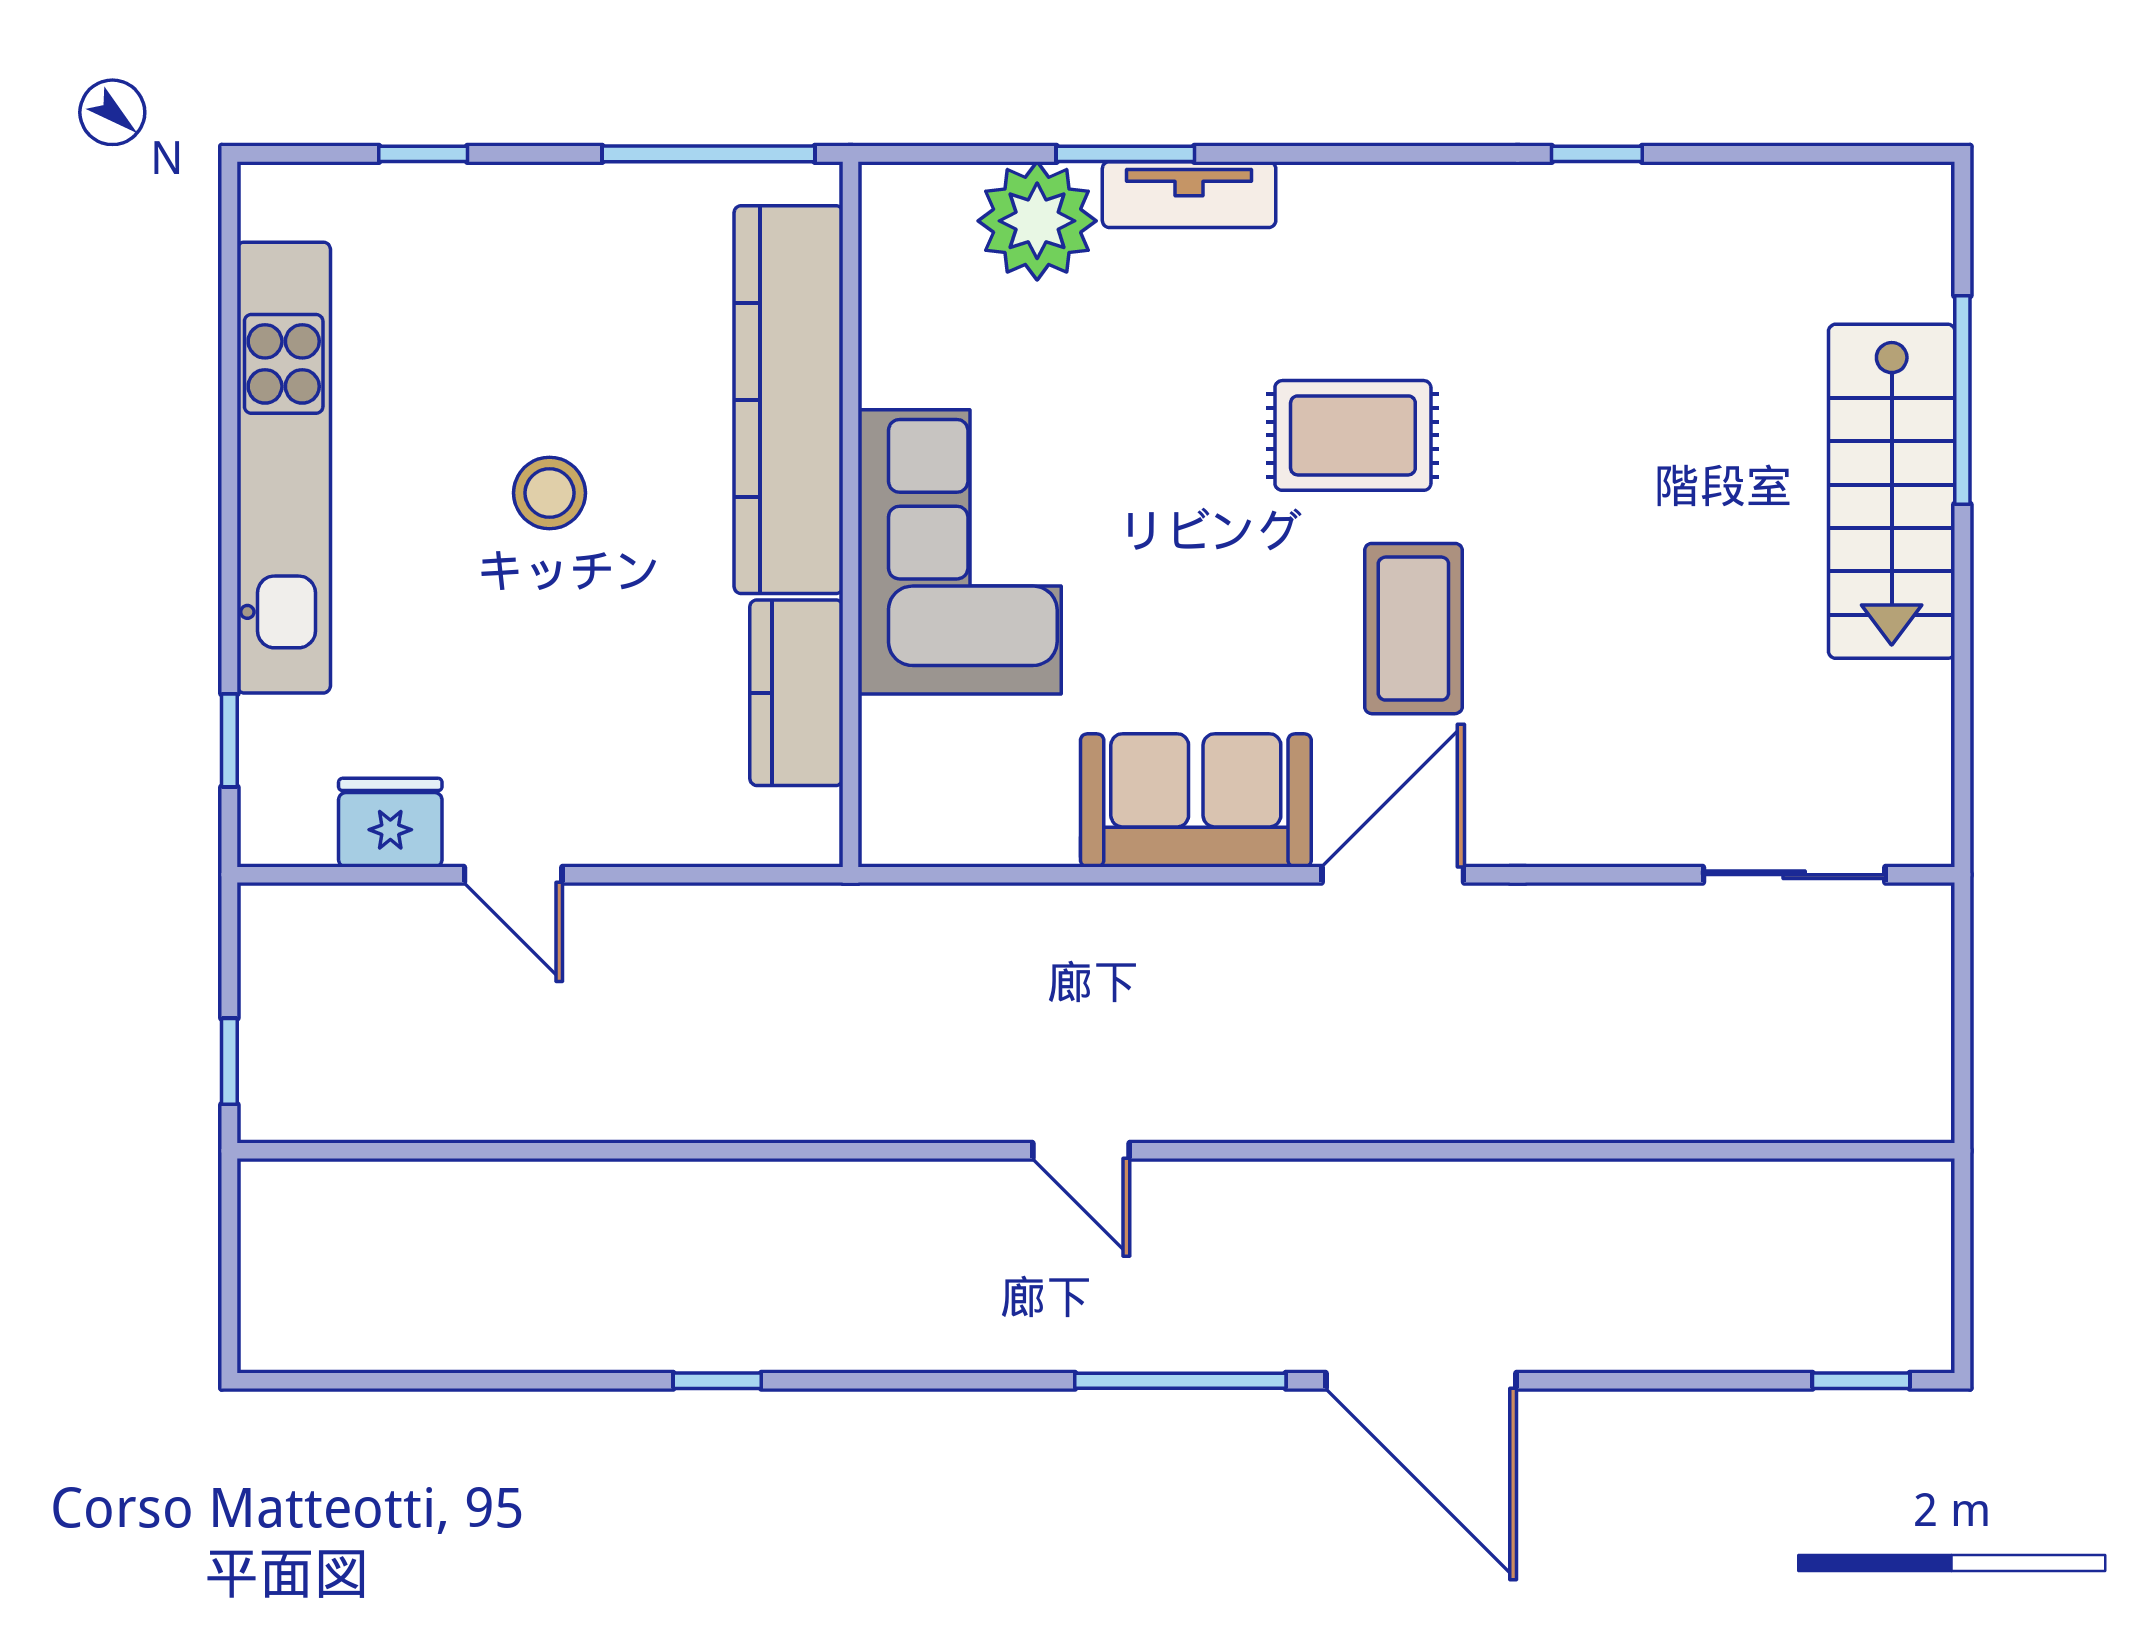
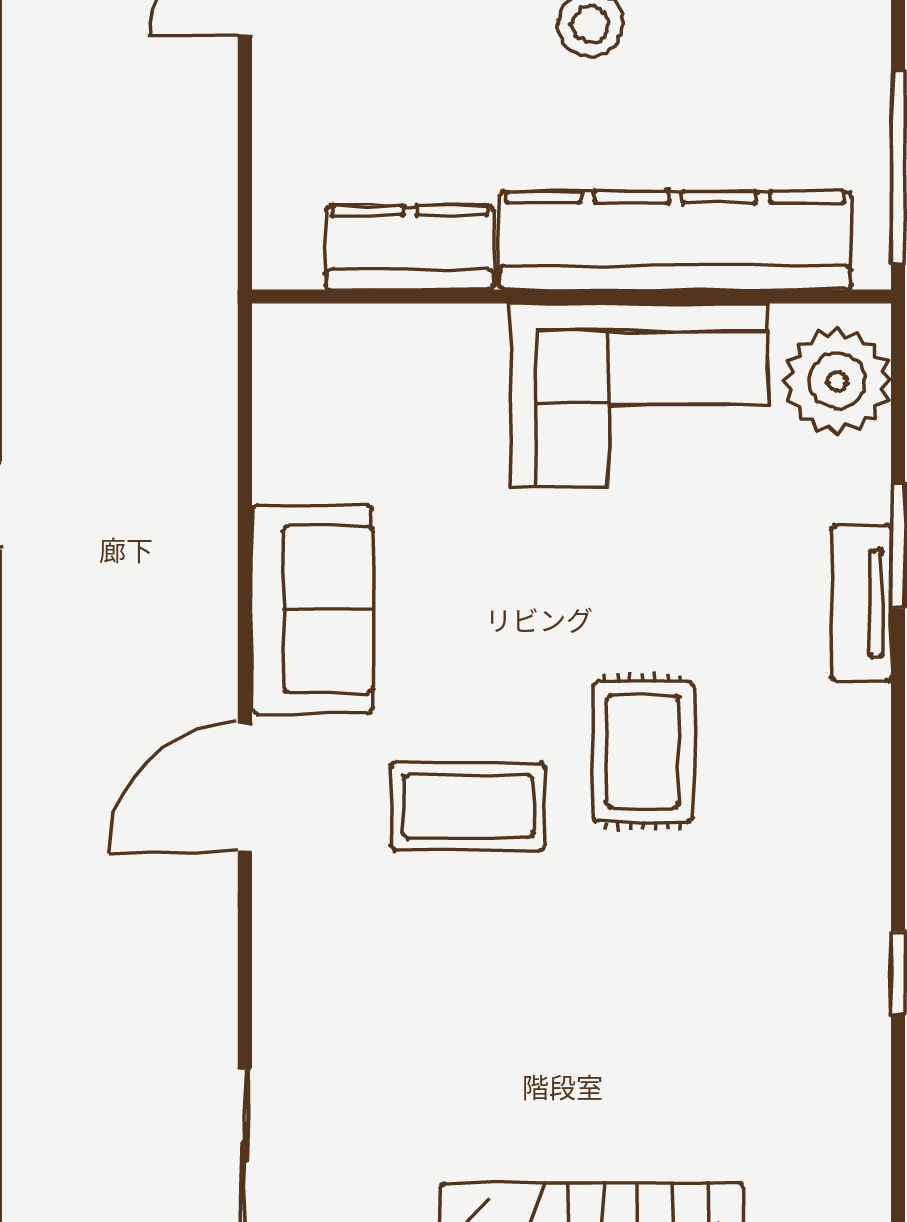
plant: (1037, 221) -> (837, 381), moved
corner sofa: (960, 552) -> (639, 395), moved
door: (1393, 875) -> (245, 788), swing flipped

